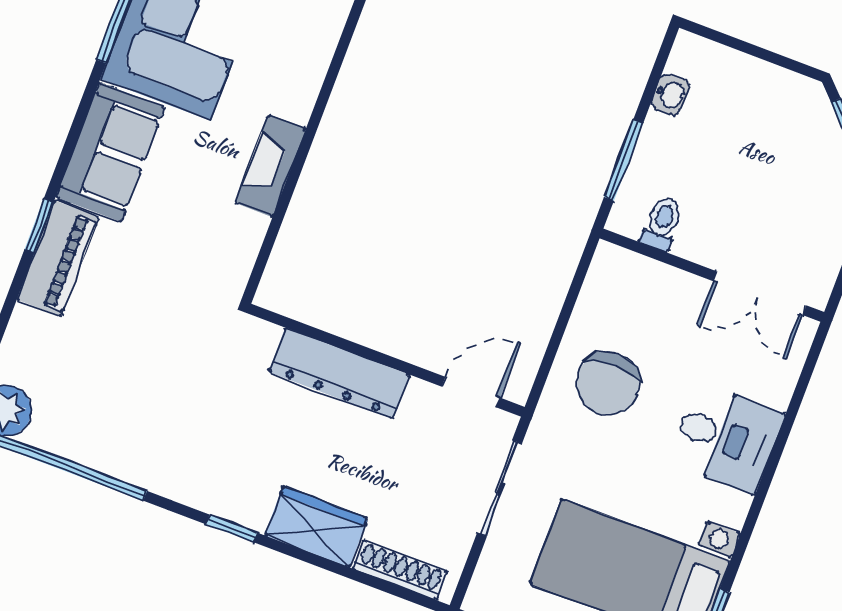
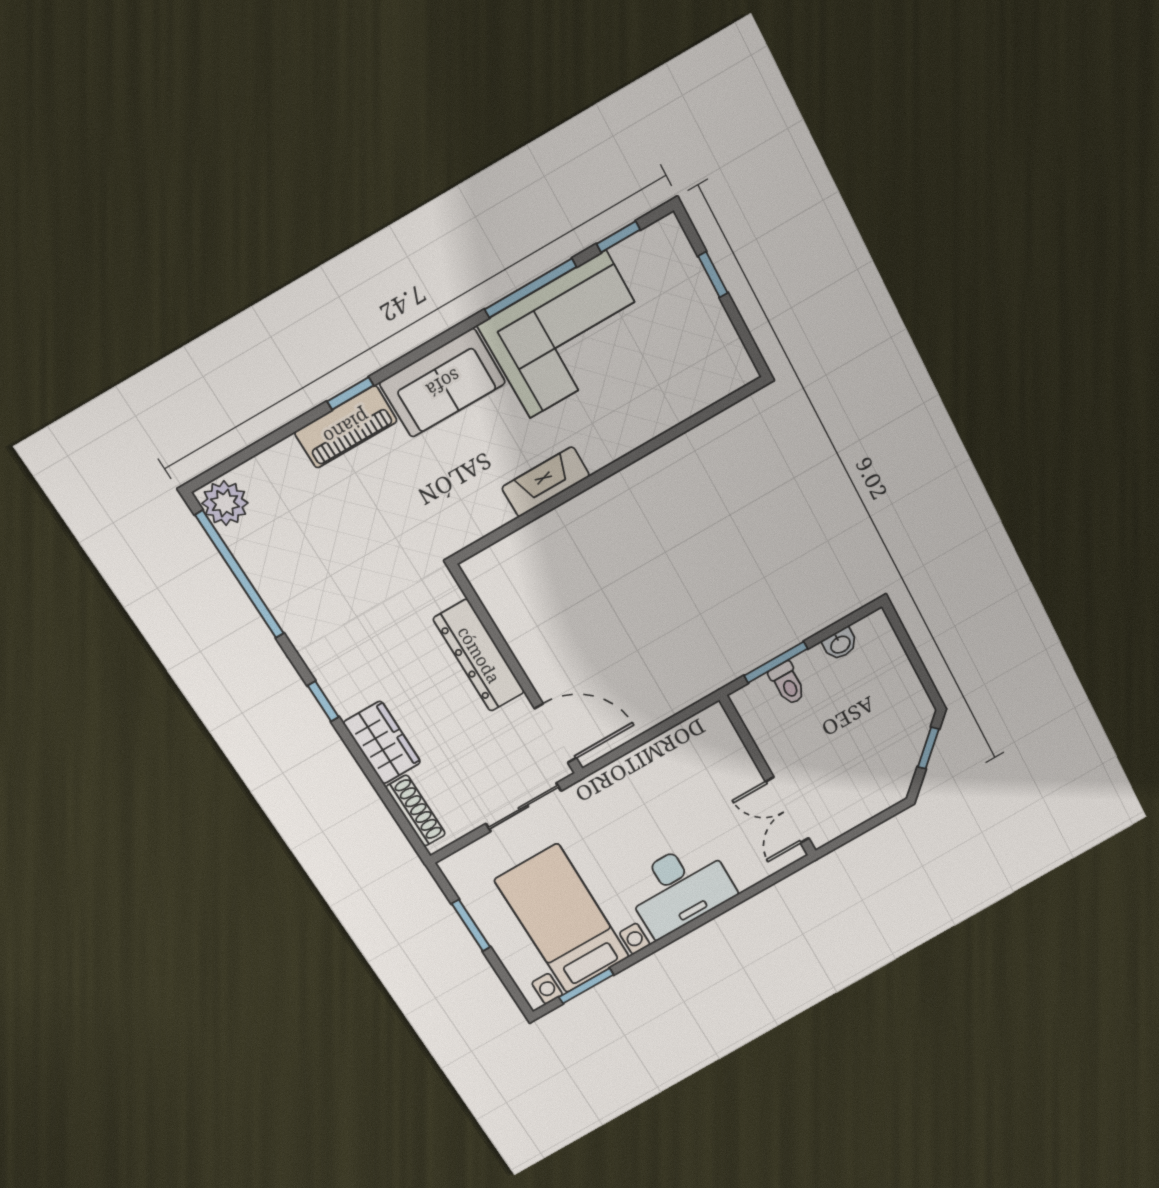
toilet: (662, 223) -> (788, 683), moved, turned 90
chair: (608, 384) -> (647, 794), removed
door: (471, 392) -> (556, 733), width x1.38
desk: (726, 438) -> (680, 888), width x1.37

